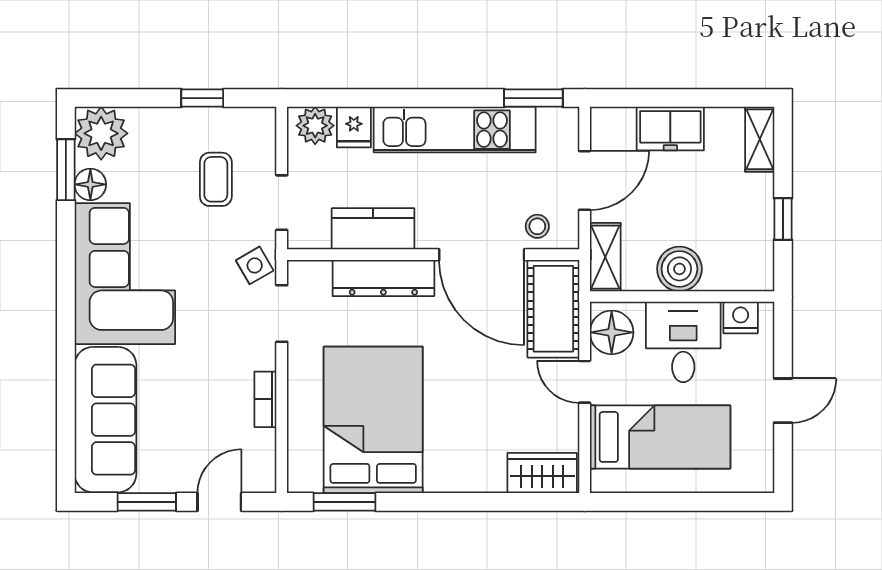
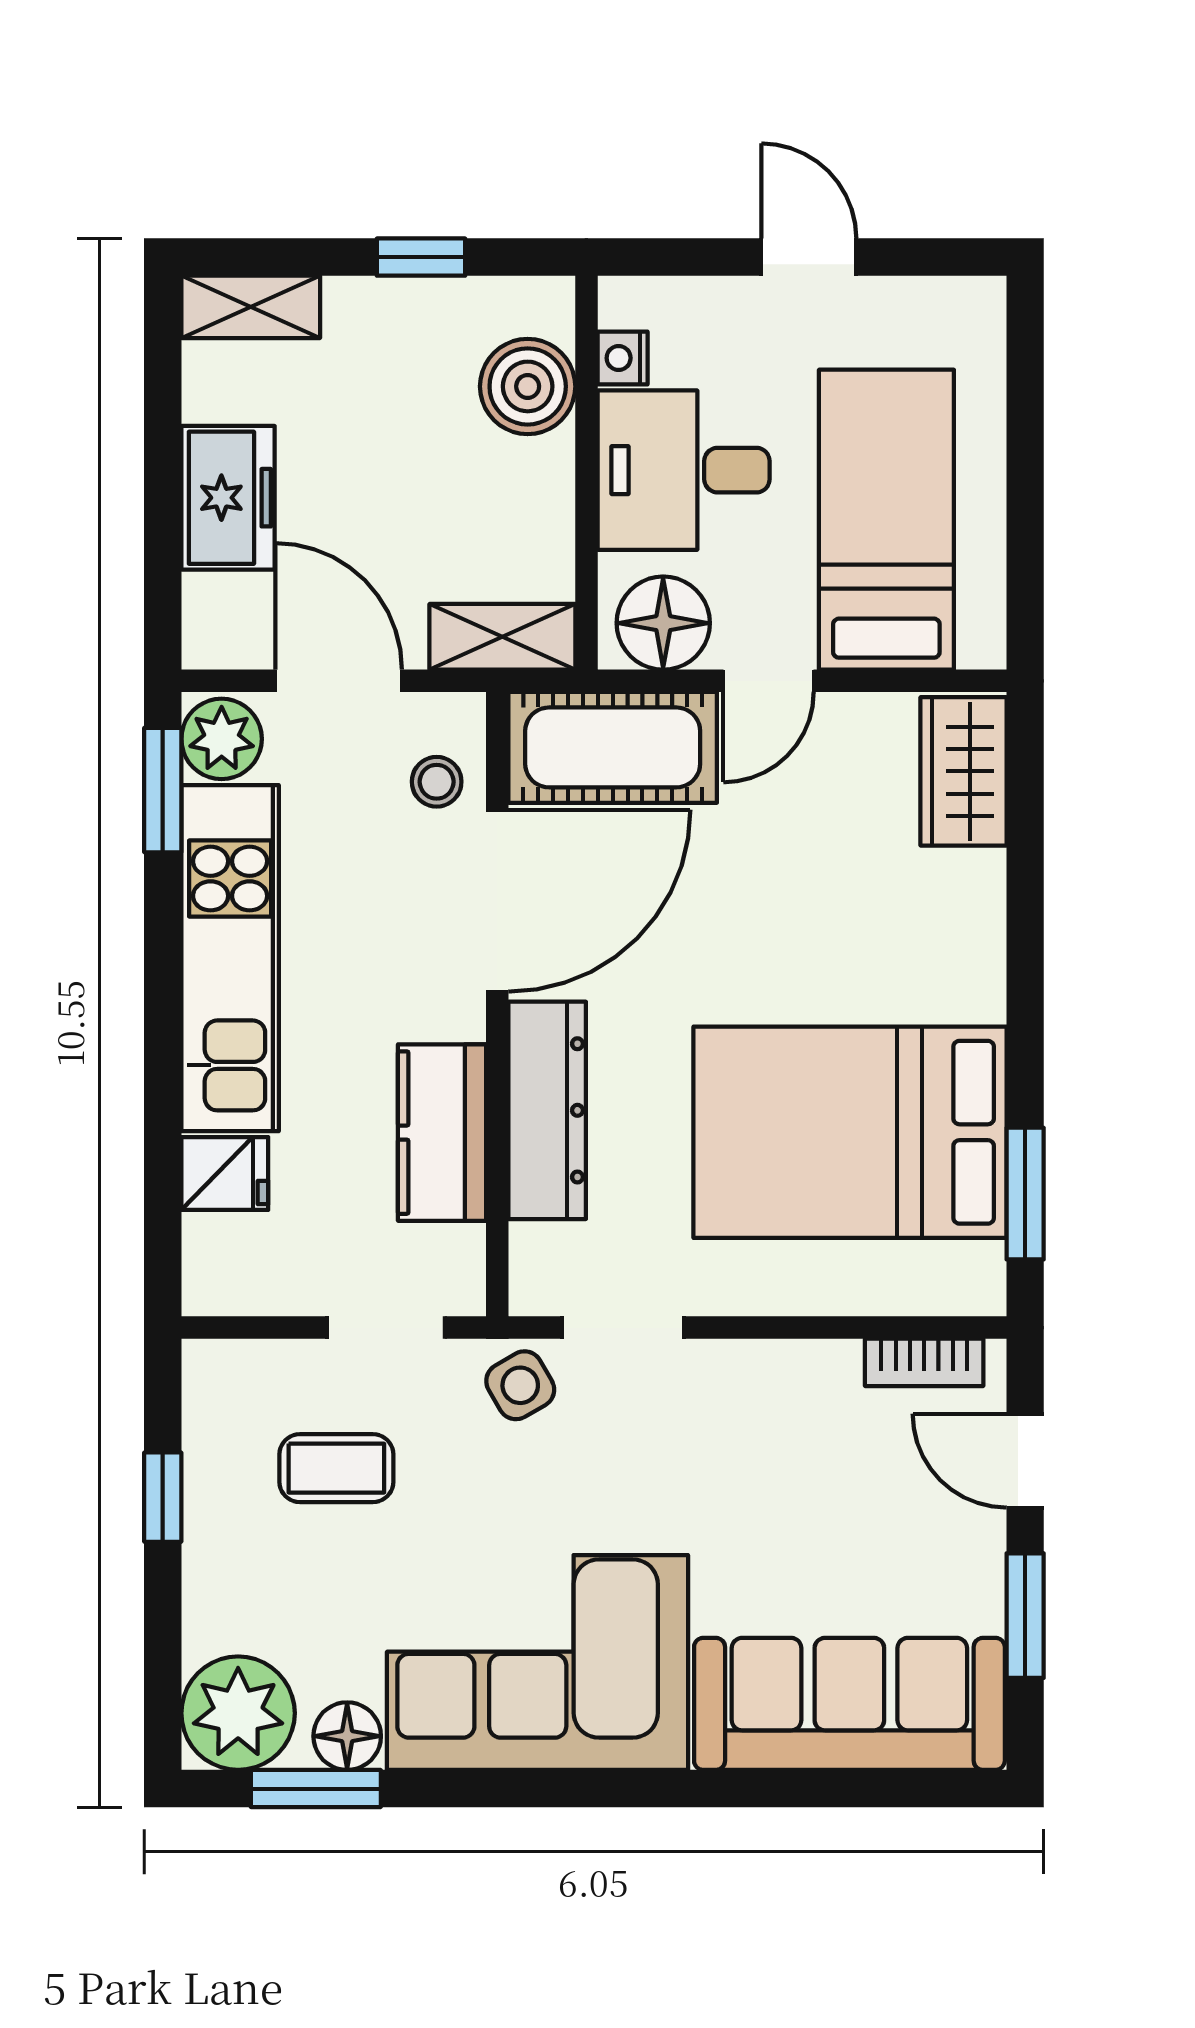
plant: (315, 126) -> (222, 739), moved
boiler: (679, 269) -> (528, 386), moved
nightstand: (741, 318) -> (623, 358), width x0.72, depth x0.74
bookcase: (265, 399) -> (924, 1362), moved

